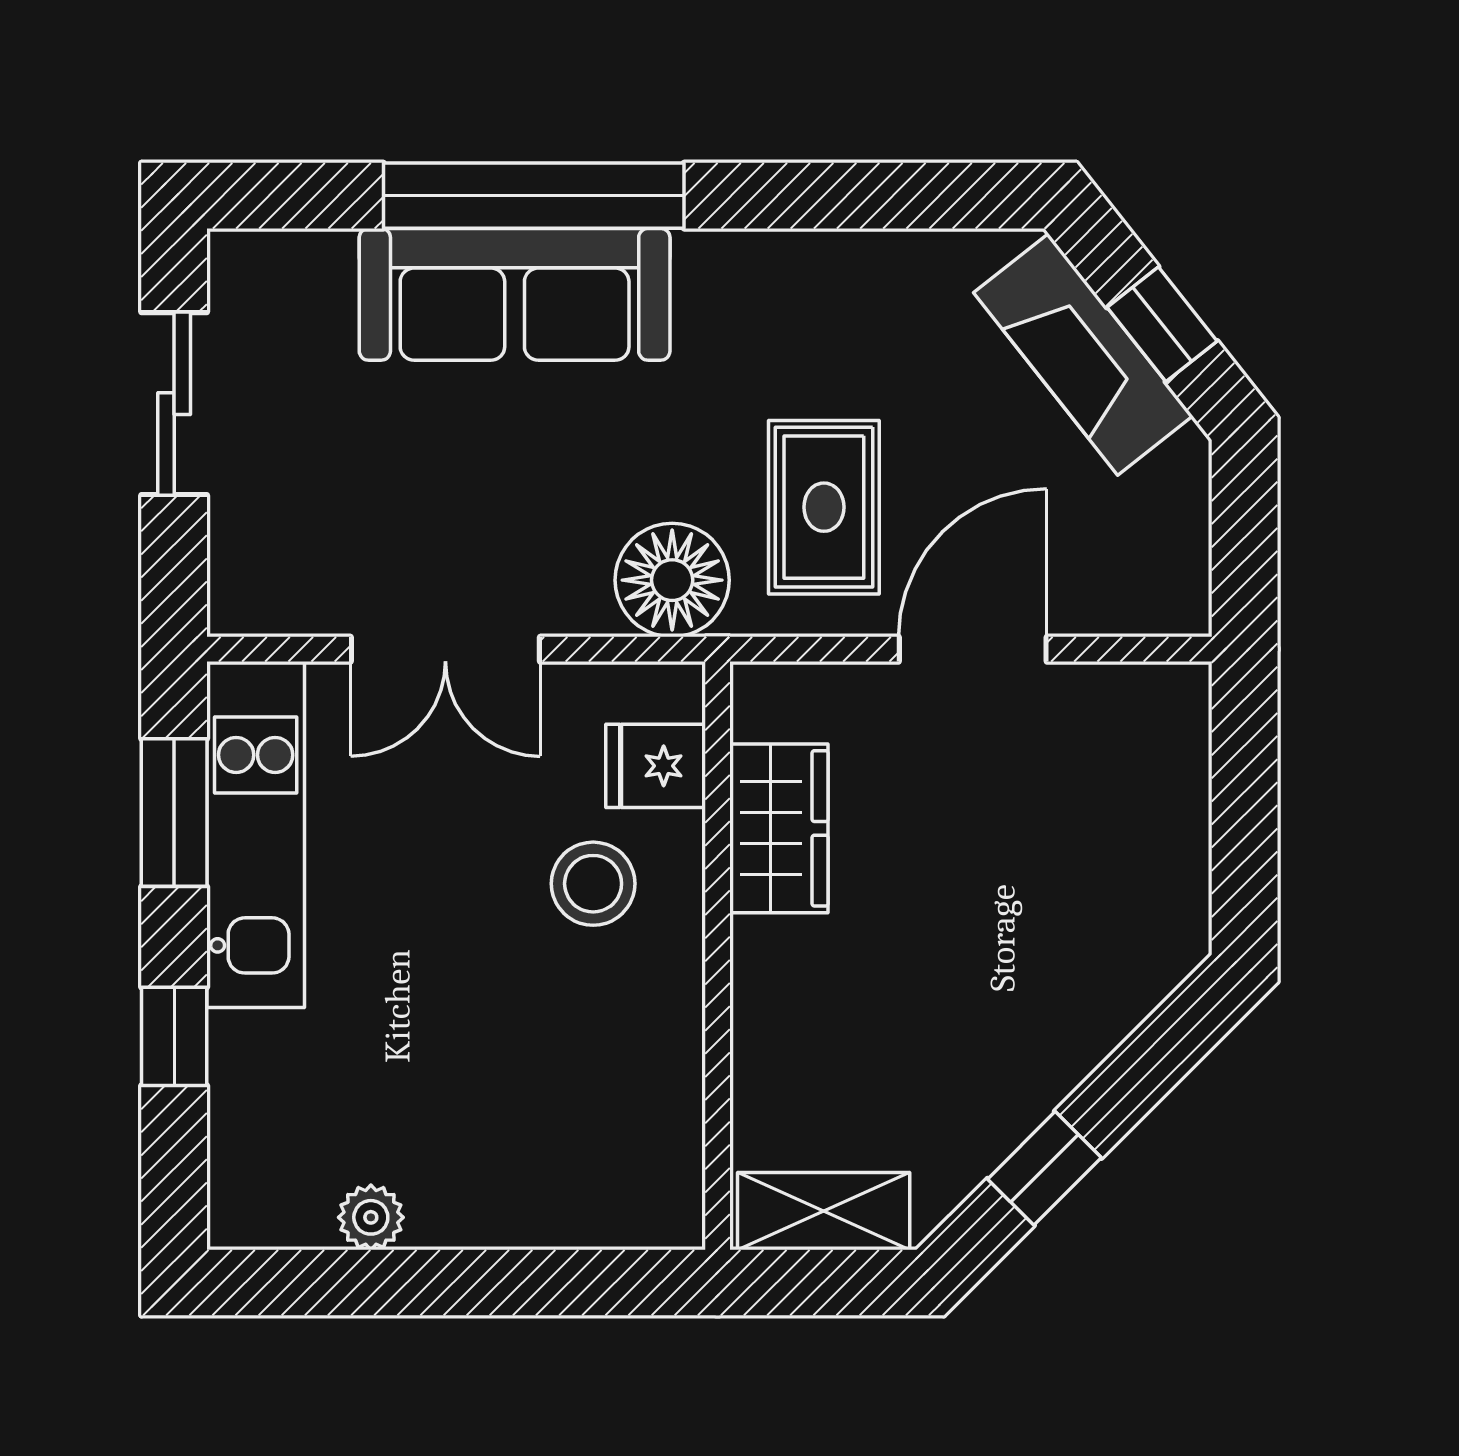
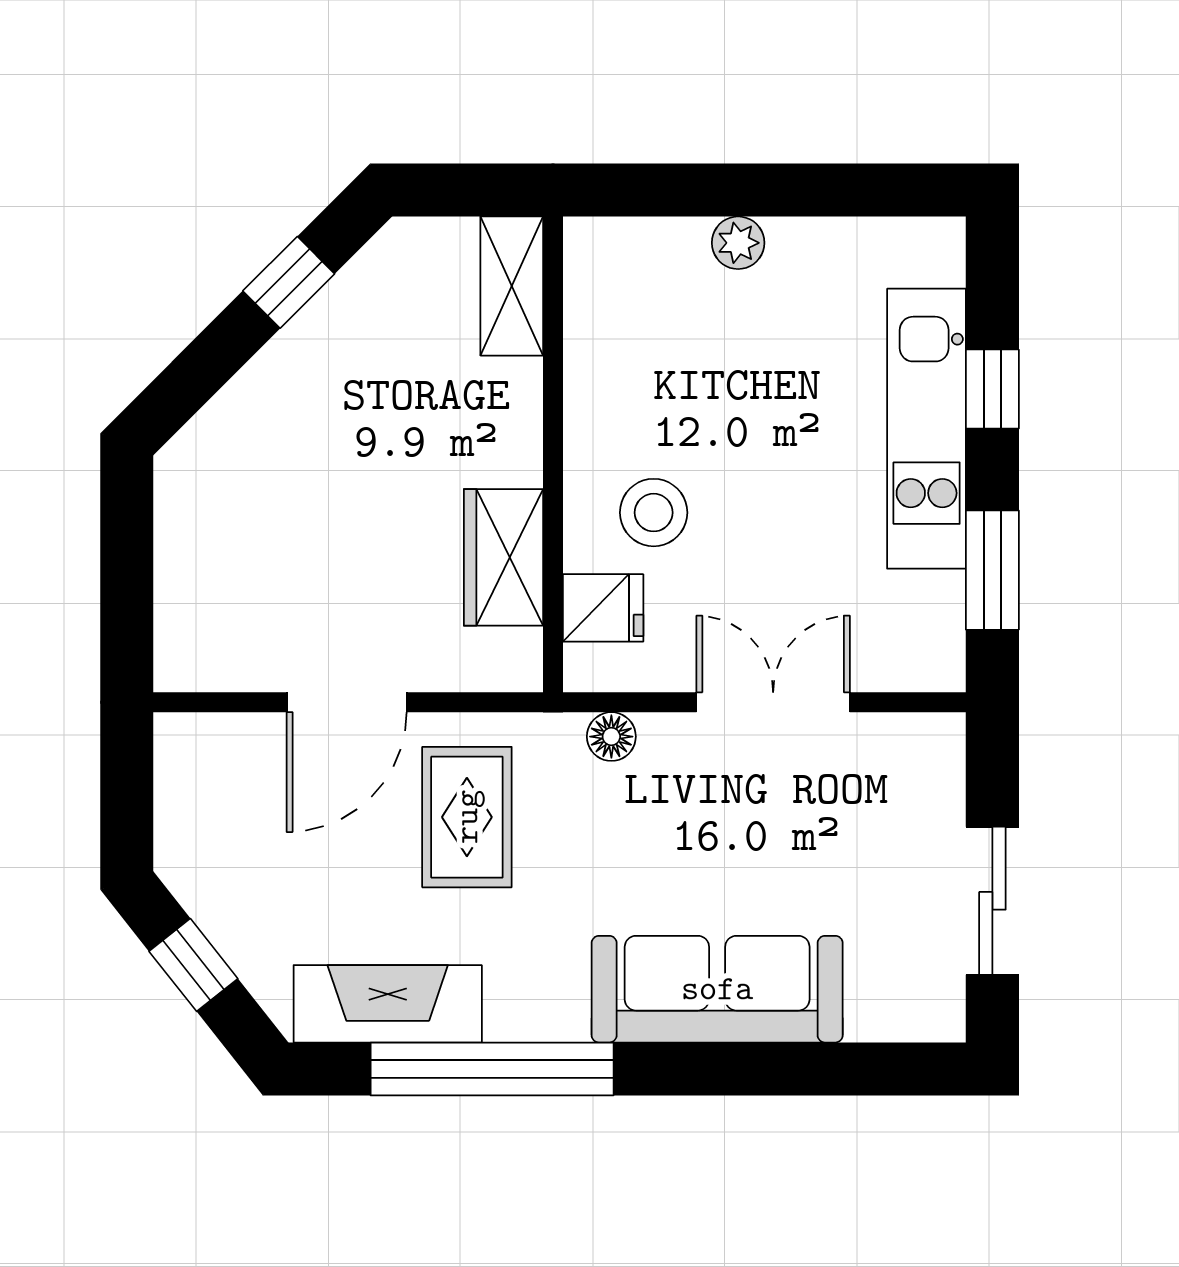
window: (534, 196) -> (492, 1069), moved
fireplace: (1083, 354) -> (388, 1004), moved, turned -52
floor lamp: (672, 580) -> (611, 737), width x0.53, depth x0.53
kitchen unit: (256, 835) -> (927, 429), moved
shelving: (824, 1211) -> (512, 286), moved, turned 90
plant: (371, 1217) -> (738, 243), moved

